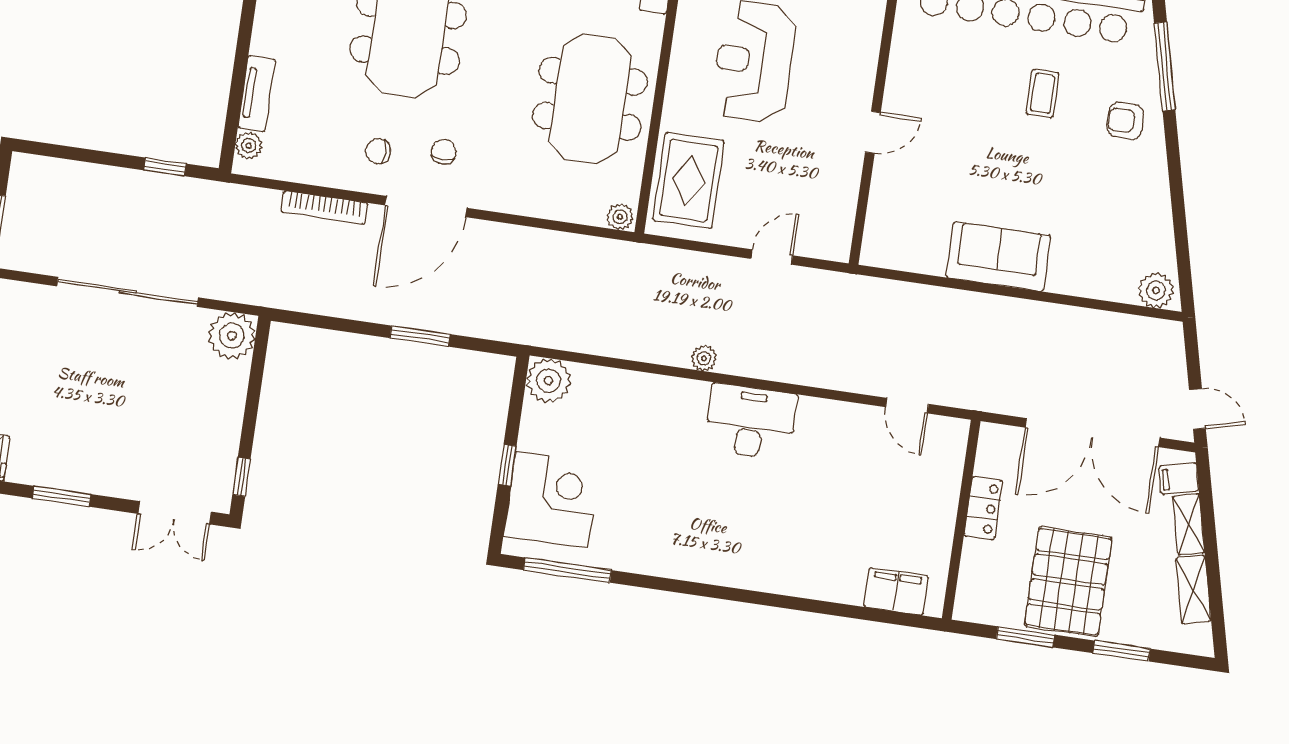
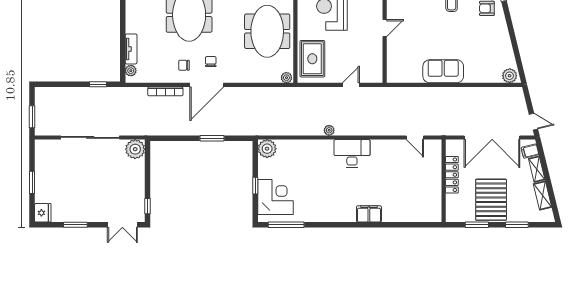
locker: (983, 508) -> (452, 175), width x1.53
filing cabinet: (896, 591) -> (369, 214), moved

